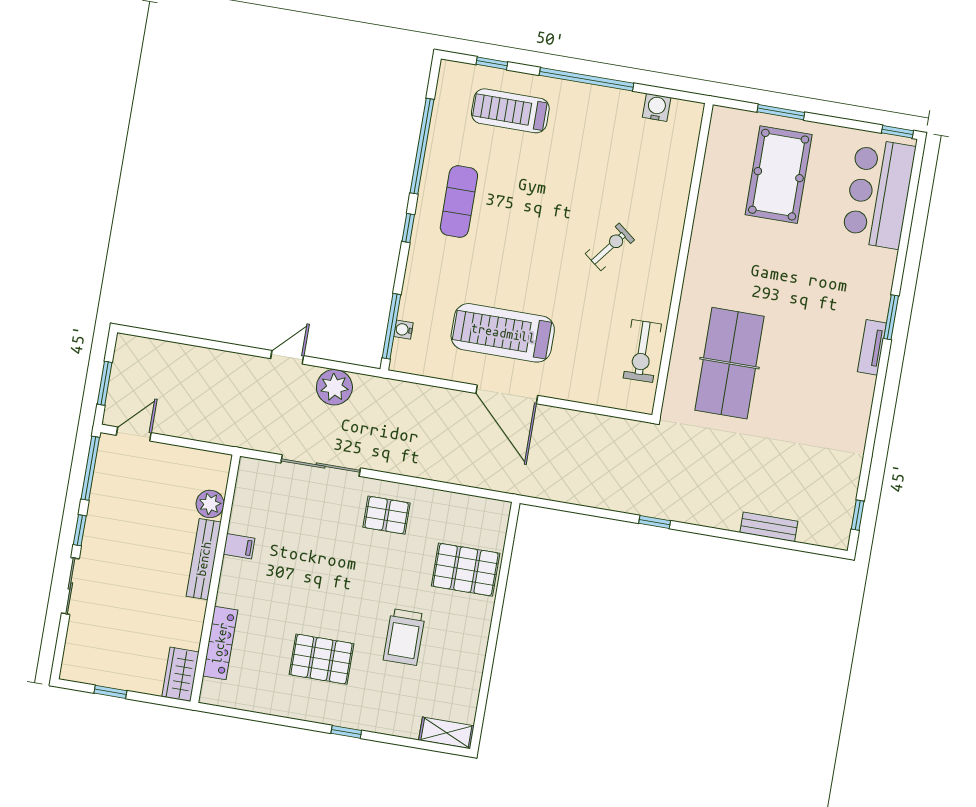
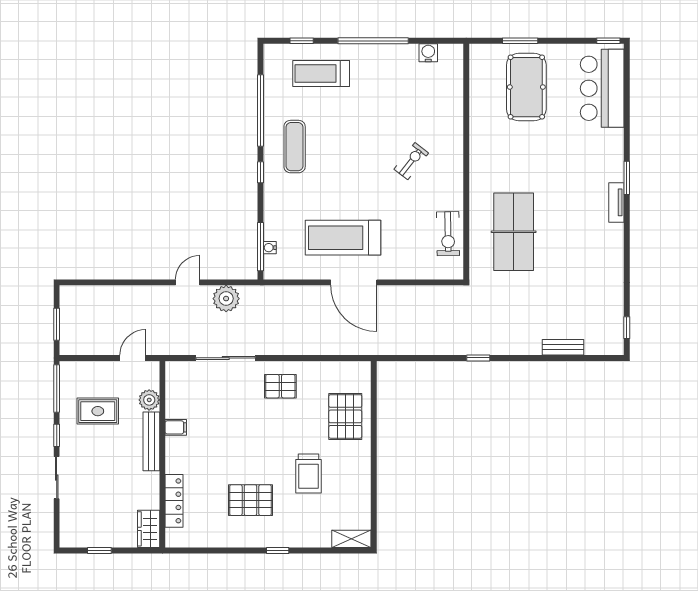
door: (134, 434) -> (133, 358), moved
rug: (140, 507) -> (98, 411), added
pallet: (466, 570) -> (345, 416), turned 90

